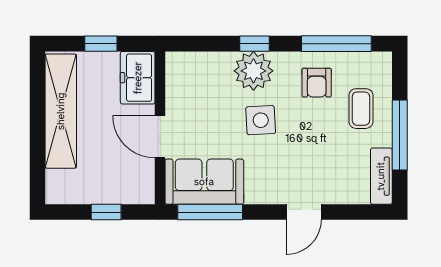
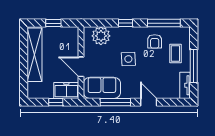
plant: (253, 71) -> (101, 36), moved
freezer: (138, 78) -> (66, 90), moved, turned 90
window: (210, 212) -> (115, 102), moved
door: (304, 212) -> (149, 102), swing flipped

